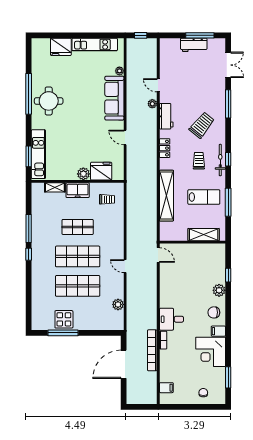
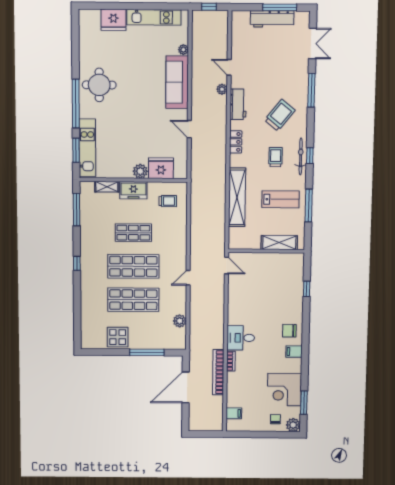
workbench: (194, 45) -> (272, 19), width x1.38
window: (29, 94) -> (76, 104), moved
window: (29, 229) -> (76, 210), moved
door: (125, 266) -> (188, 278), hinge flipped
plant: (219, 290) -> (293, 425), moved
window: (63, 333) -> (147, 352), moved
corner desk: (211, 352) -> (284, 390), moved

